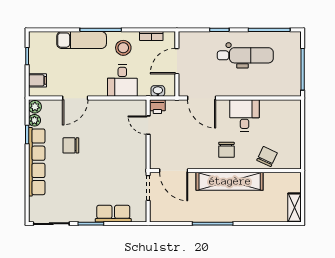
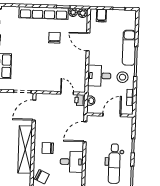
door: (177, 61) -> (112, 115), hinge flipped
door: (148, 125) -> (67, 93), hinge flipped

